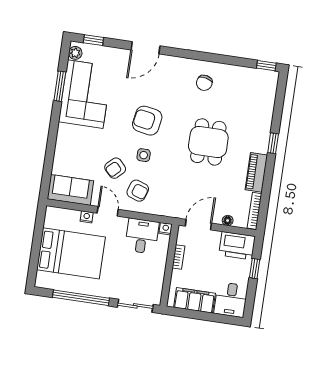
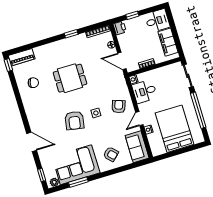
chair: (204, 83) -> (33, 83), moved
window: (273, 143) -> (71, 34), moved
armchair: (115, 168) -> (111, 154), moved
piano: (256, 172) -> (22, 57), moved
printer: (237, 246) -> (120, 28), width x0.53, depth x0.68

